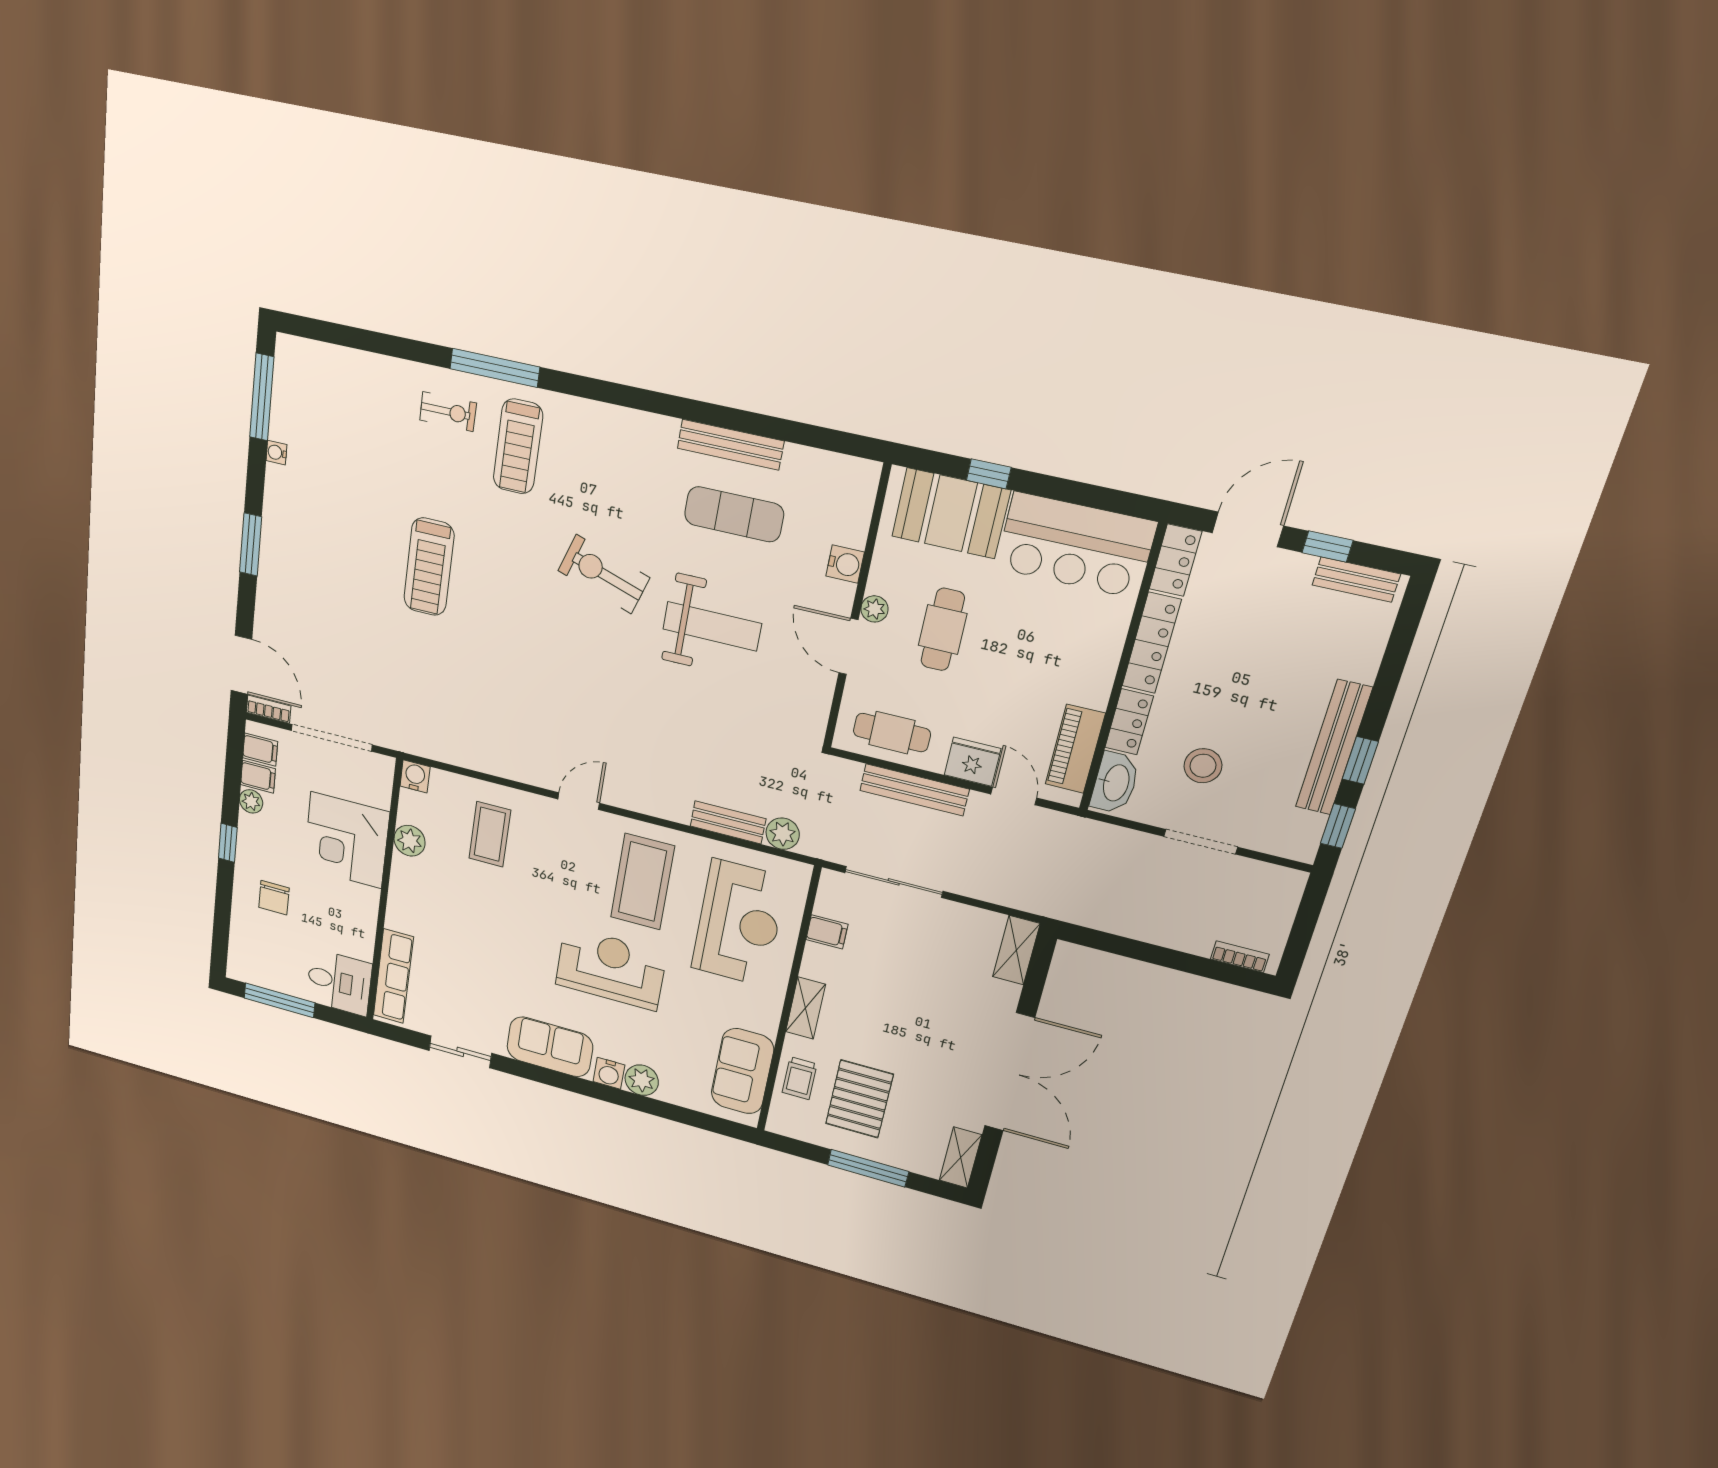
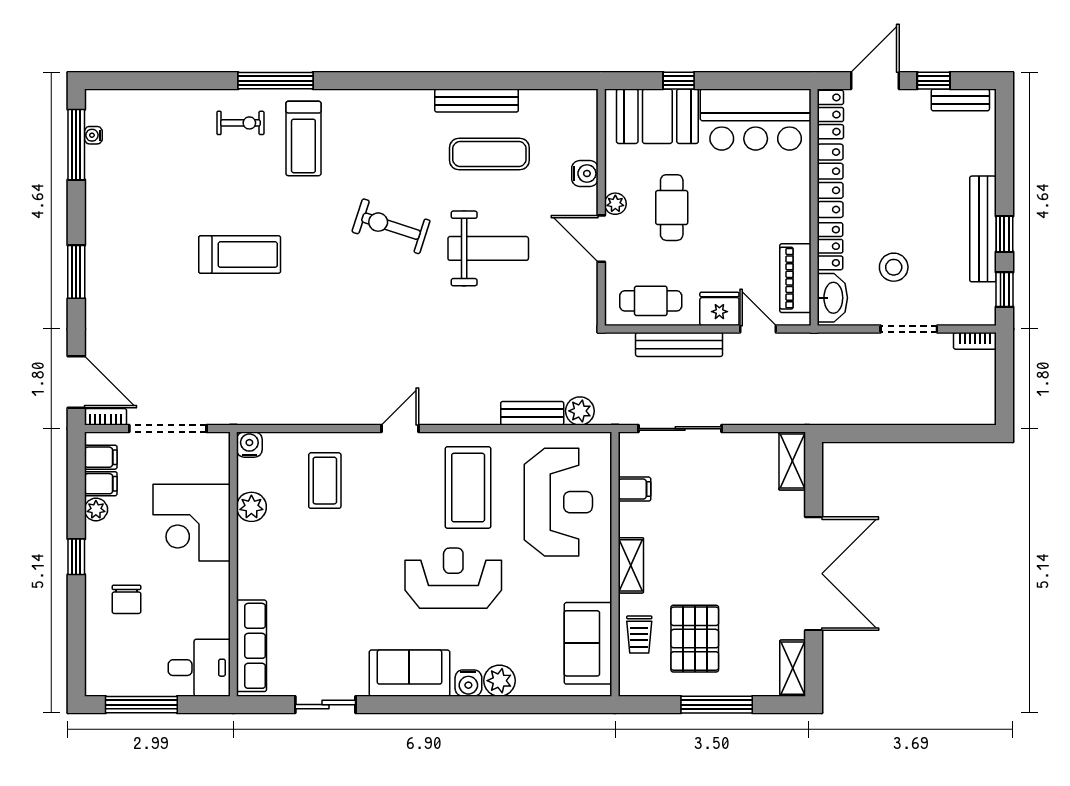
water cooler: (276, 453) -> (93, 135), moved
treadmill: (429, 567) -> (240, 255), turned -90
bookcase: (1240, 957) -> (975, 341), moved, turned 180

